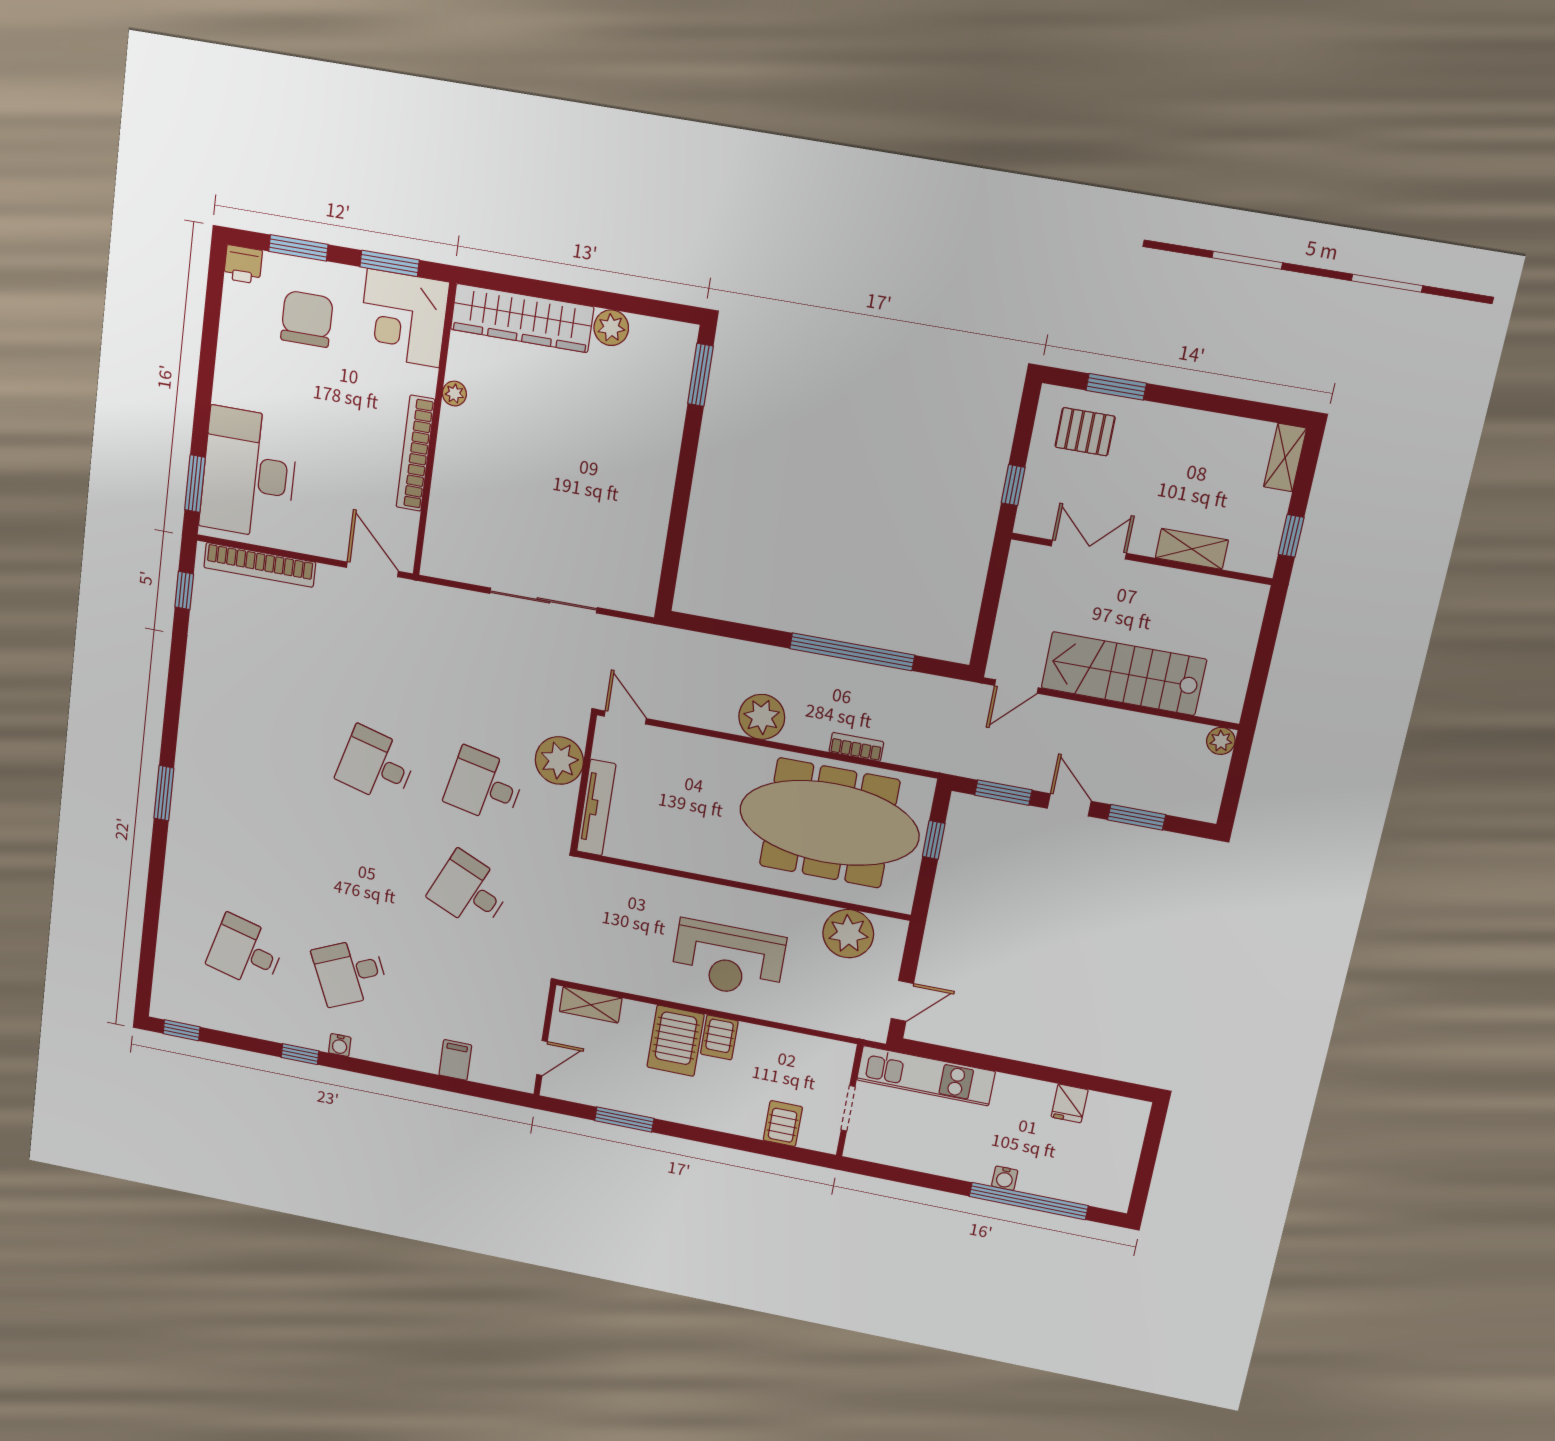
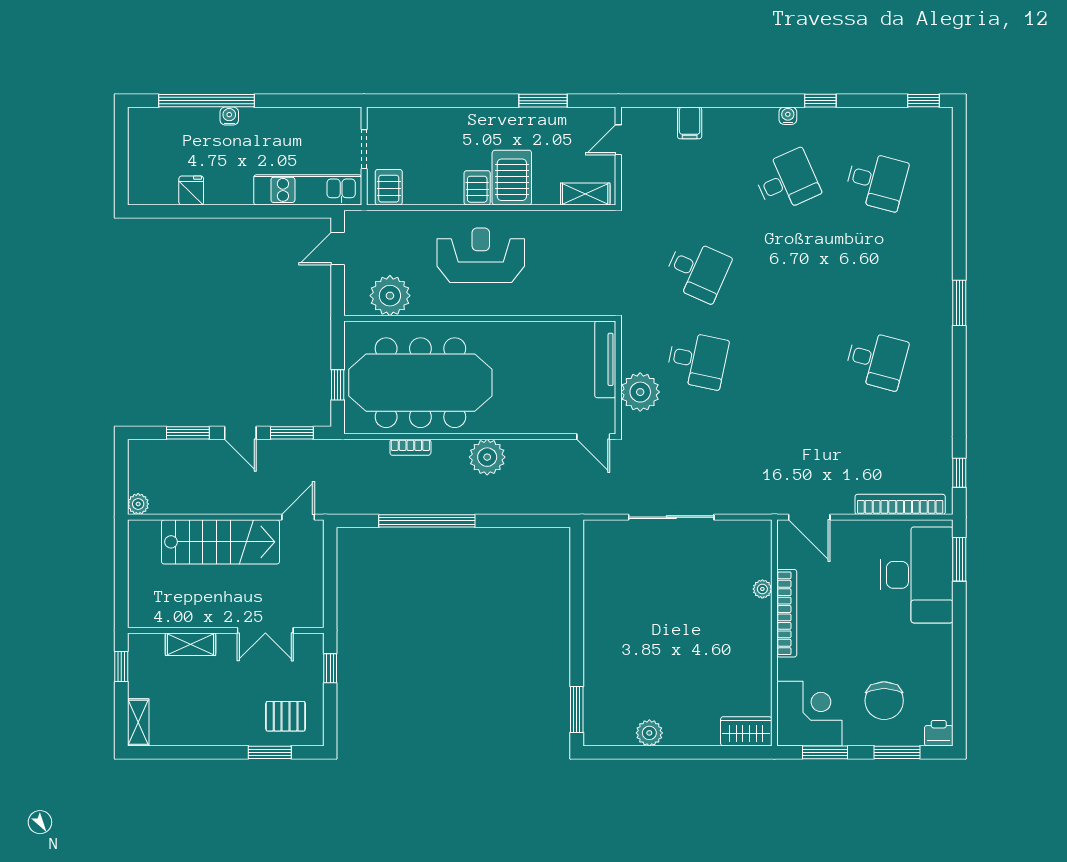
wardrobe: (522, 318) -> (746, 731), width x0.48, depth x0.85
plant: (454, 394) -> (762, 589), moved
desk: (376, 765) -> (876, 360), moved
server rack: (783, 1124) -> (389, 187), moved, turned 180

